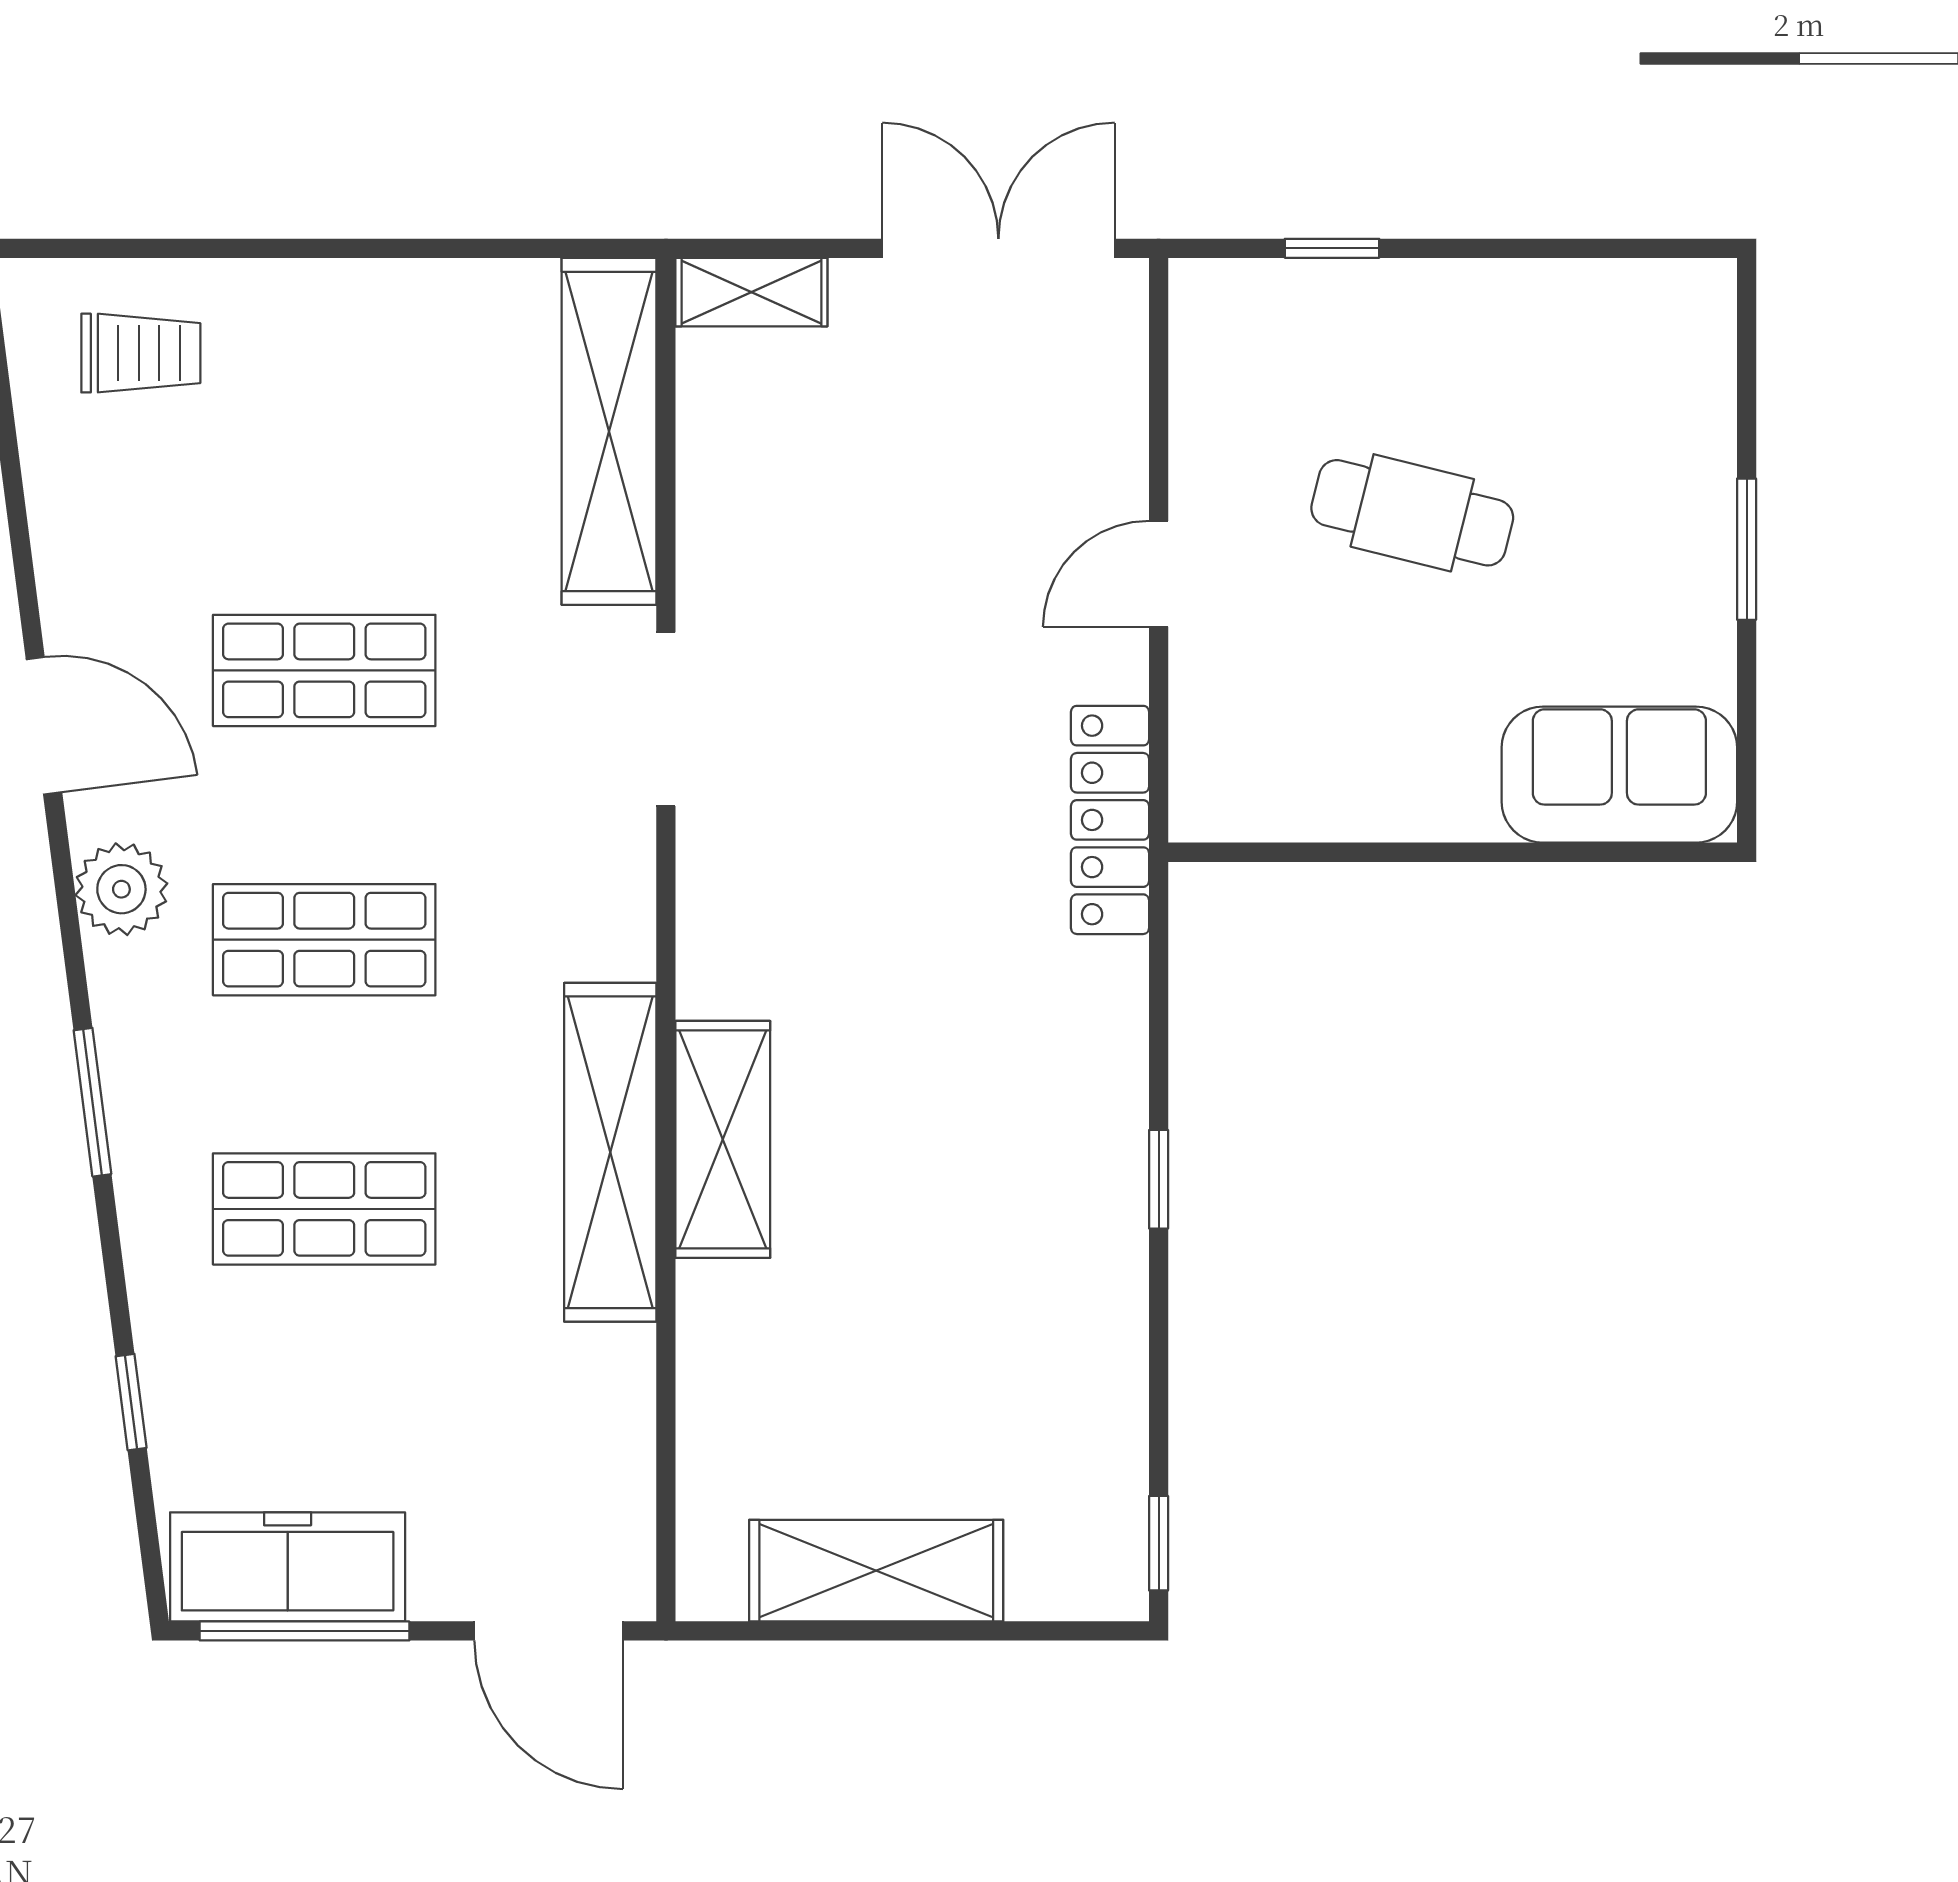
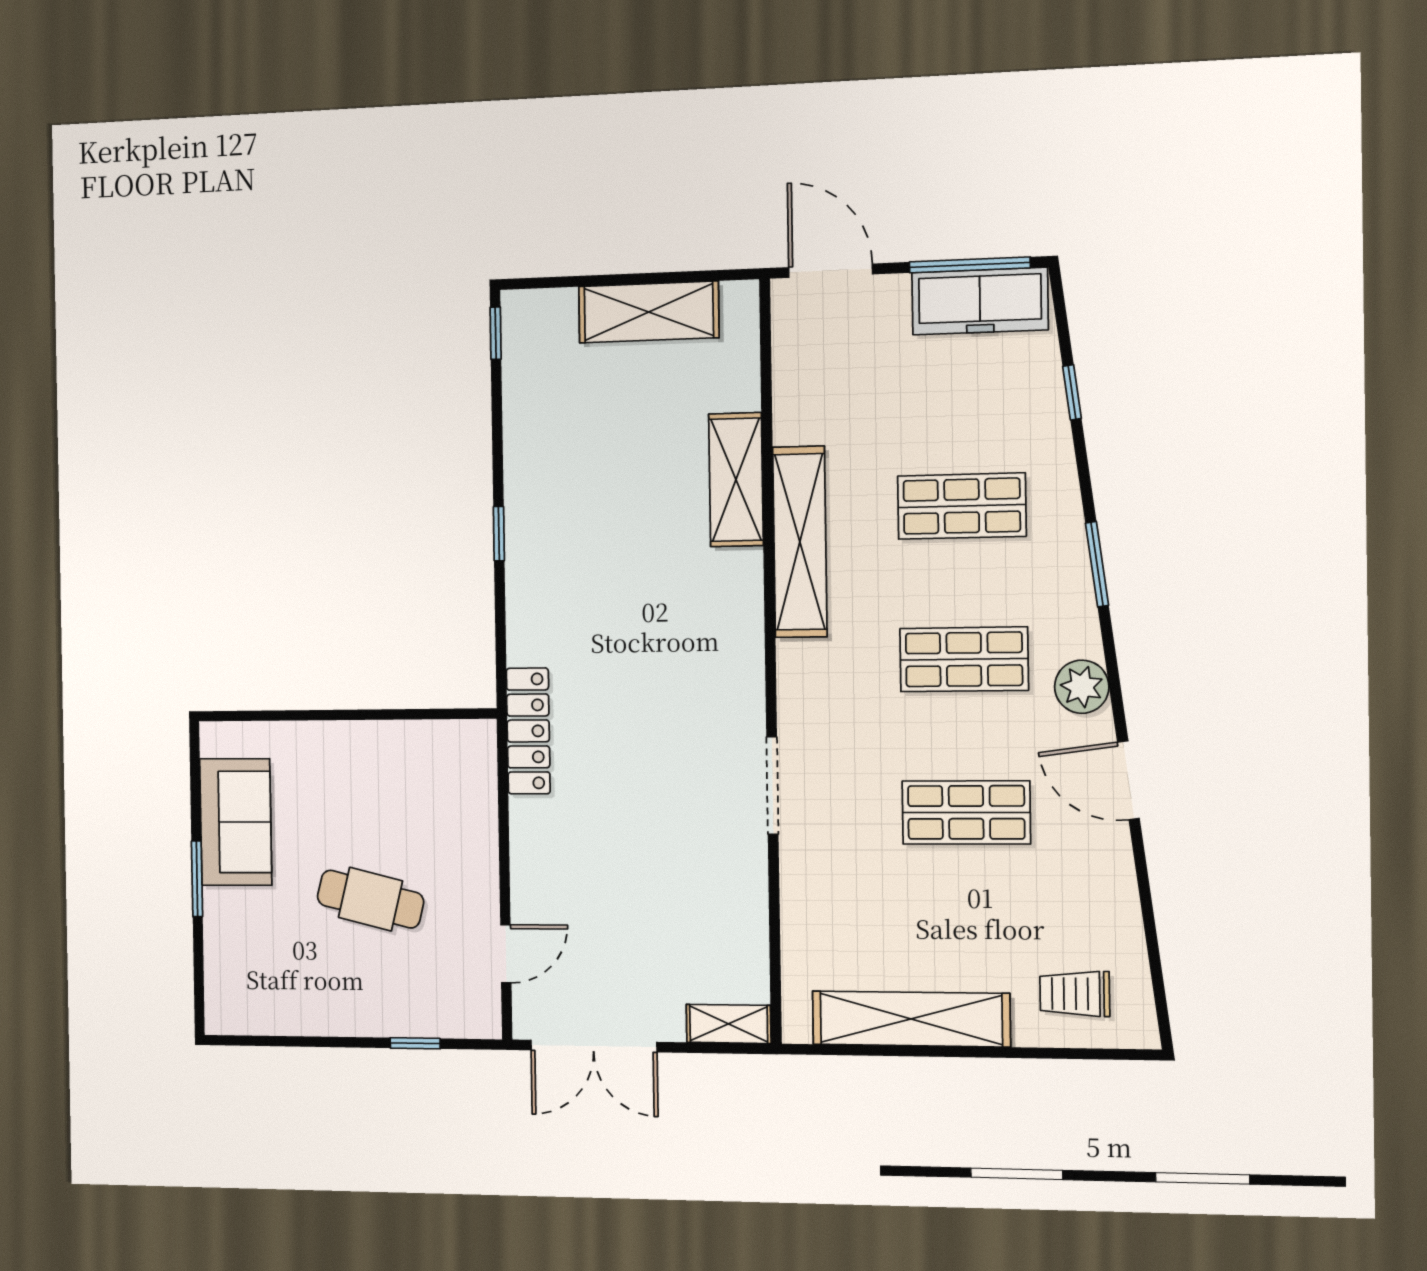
shelving: (609, 431) -> (911, 1019), moved, turned 90
door: (1159, 574) -> (506, 954), moved
sofa: (1619, 775) -> (236, 822), moved, turned -90
shelving: (723, 1139) -> (736, 480), moved

